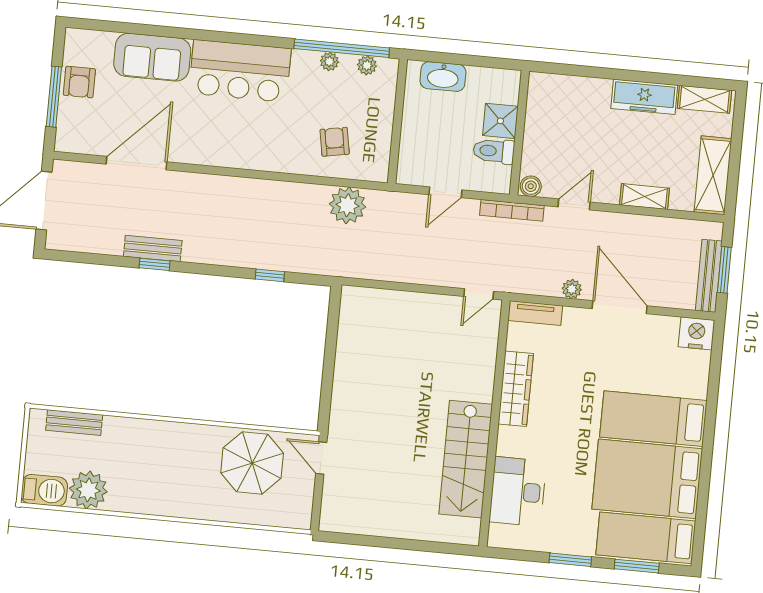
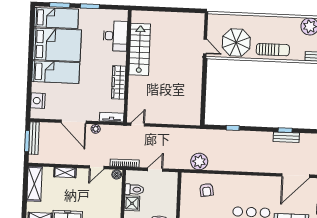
nightstand: (696, 333) -> (38, 101), moved, turned 90
sun lounger: (172, 443) -> (273, 50), added

